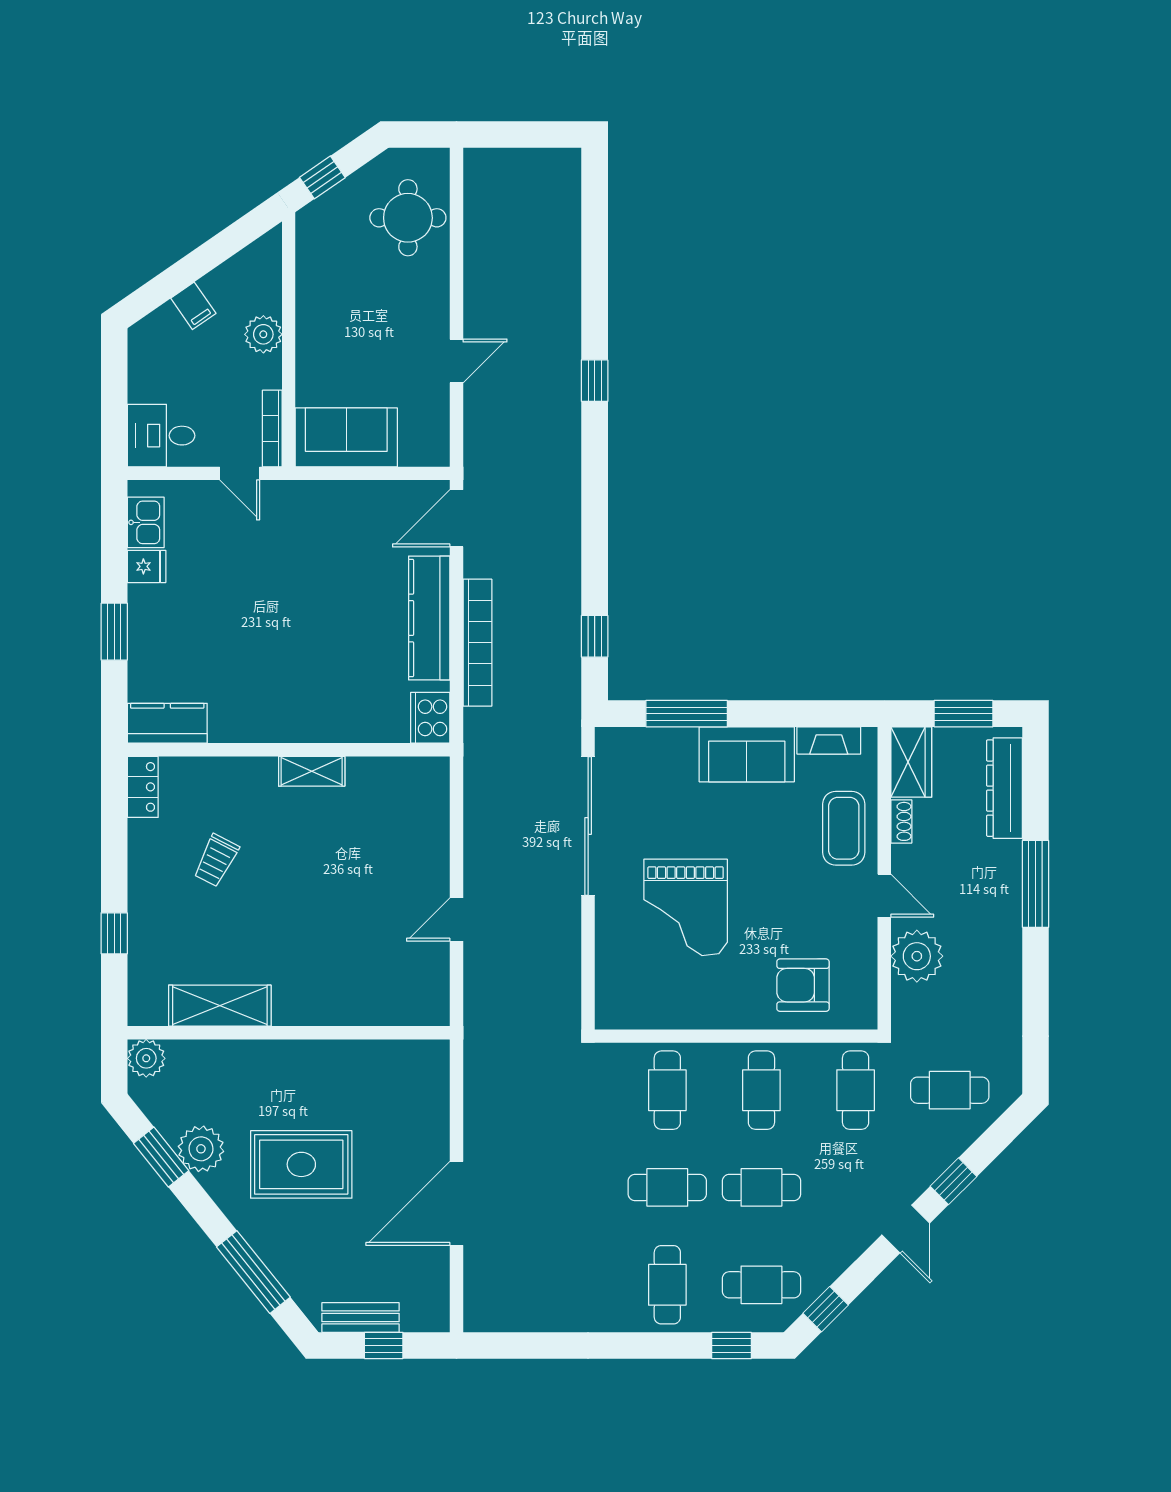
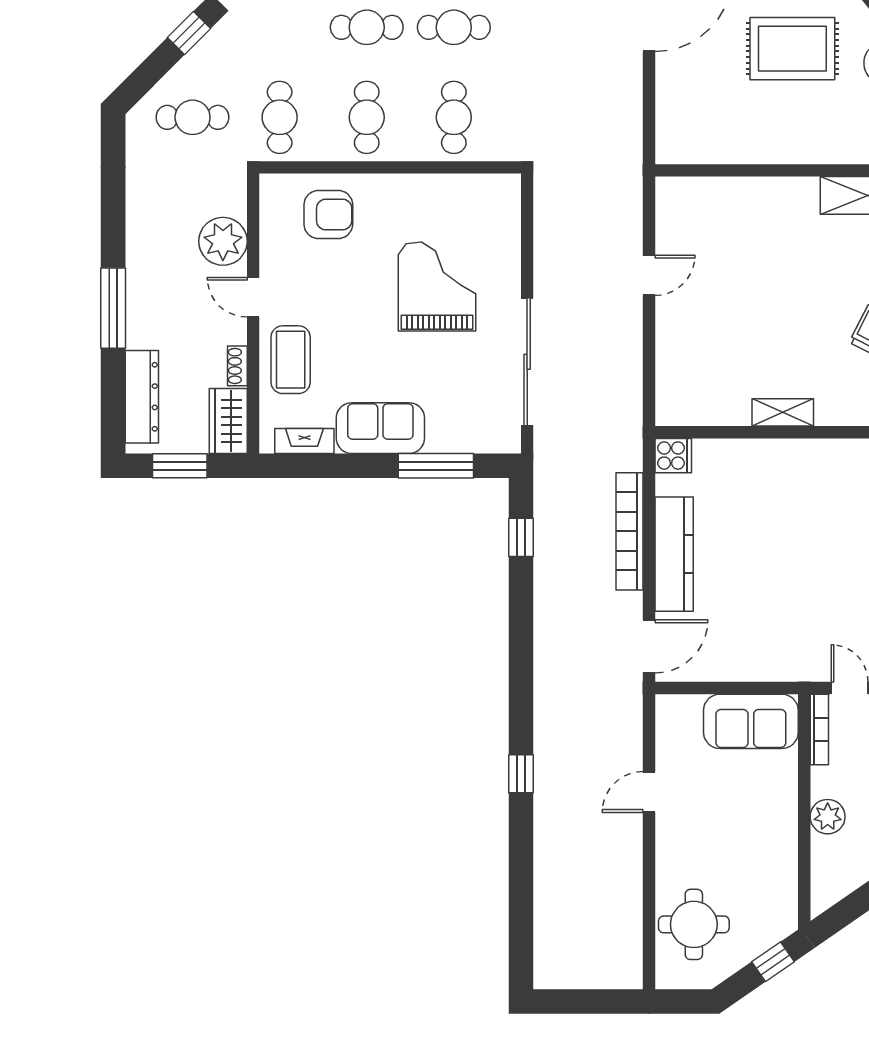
cooker: (430, 718) -> (673, 456), width x0.73

